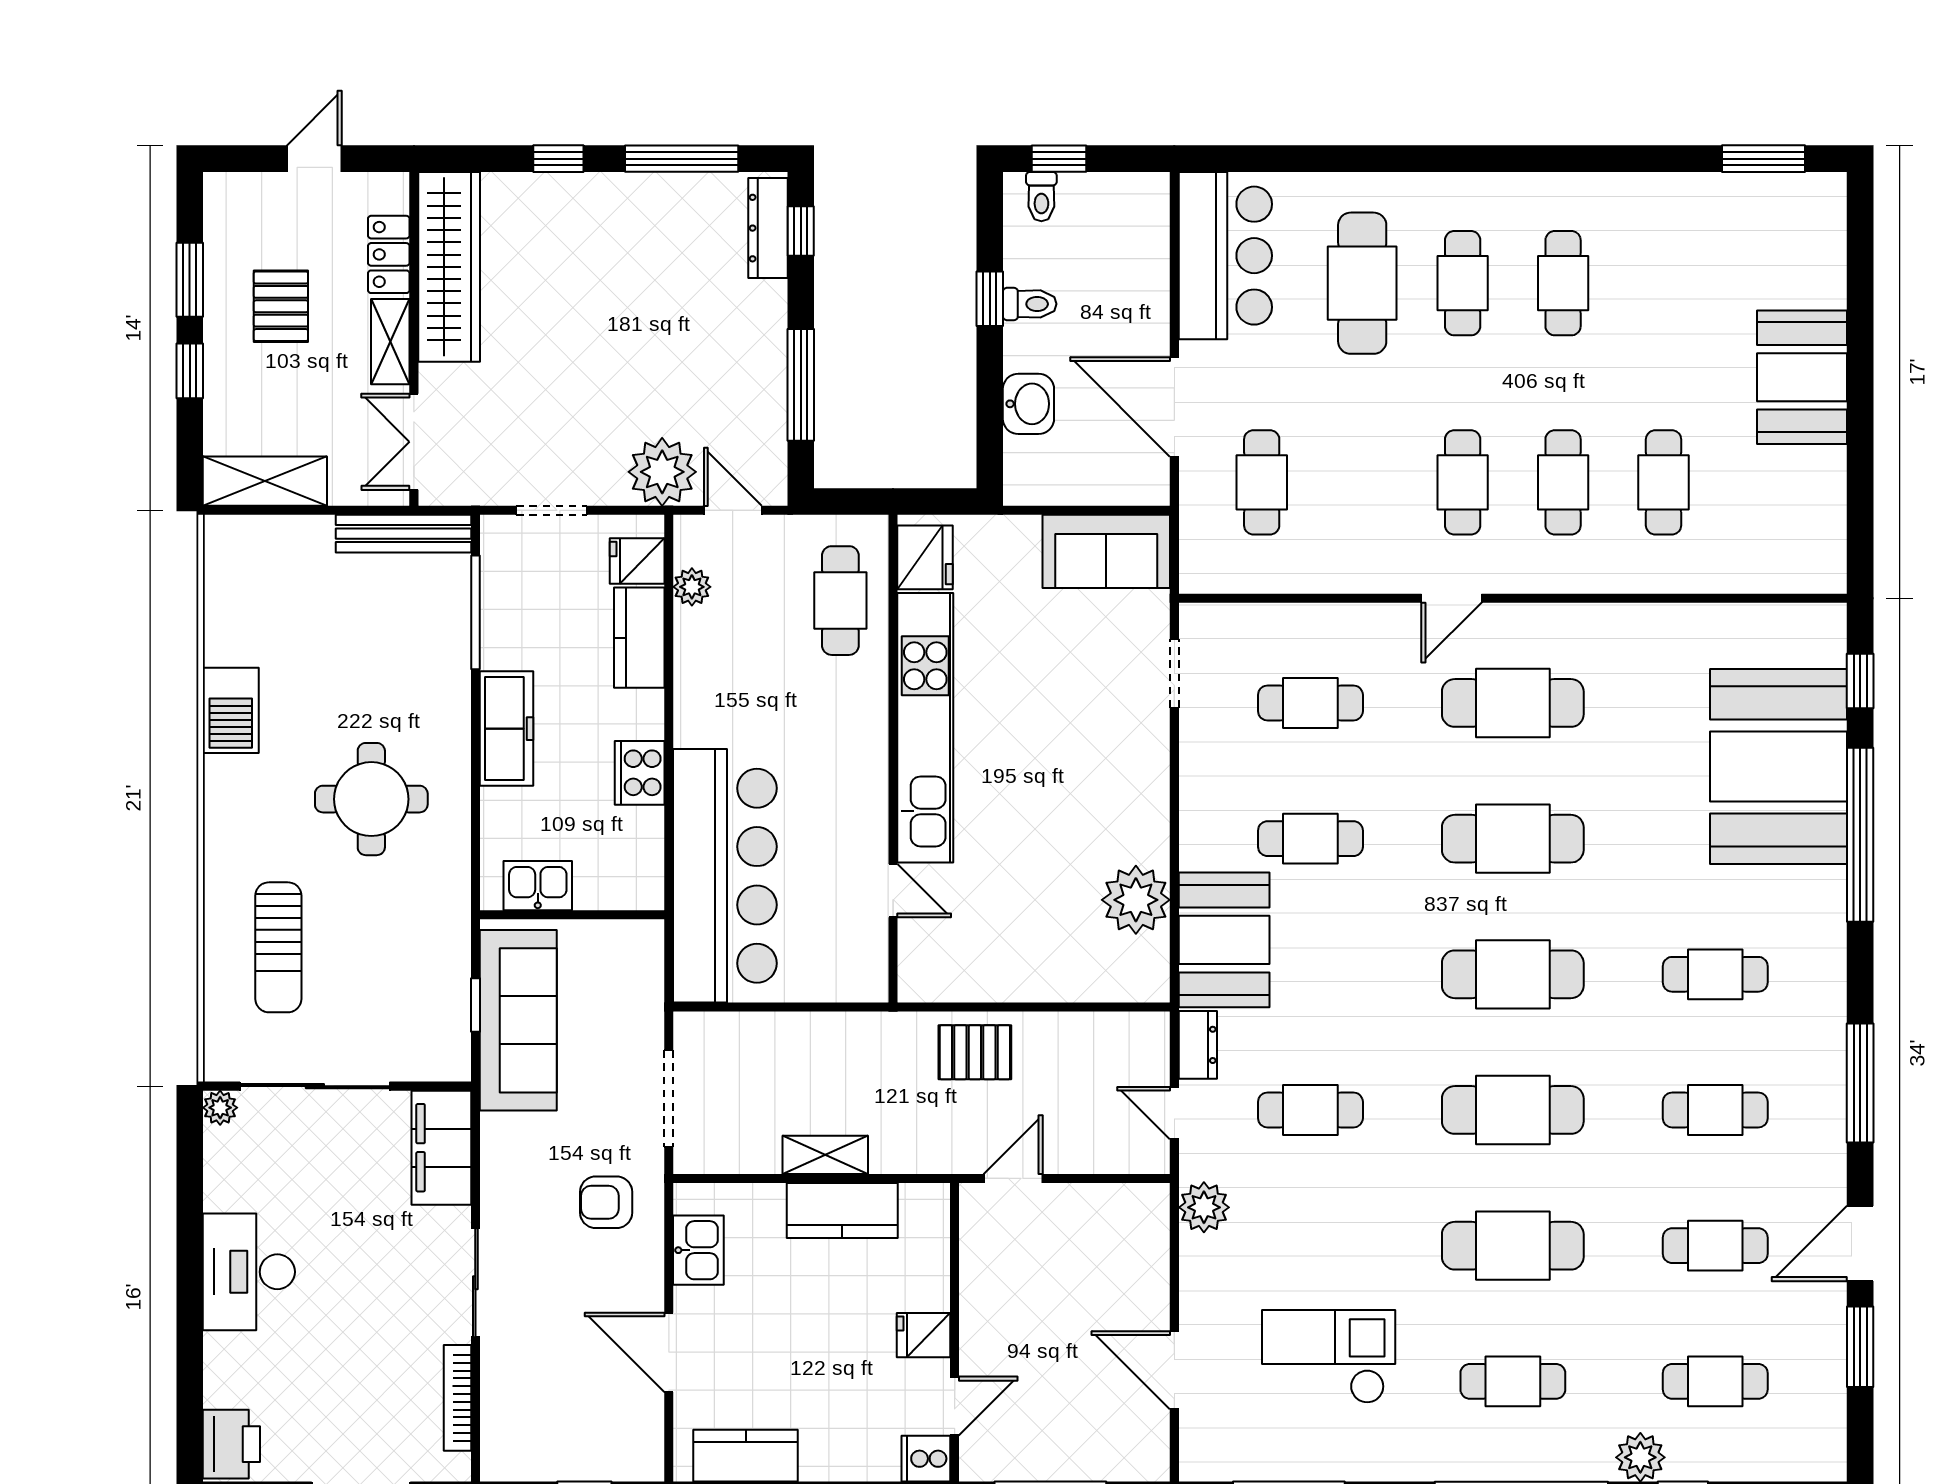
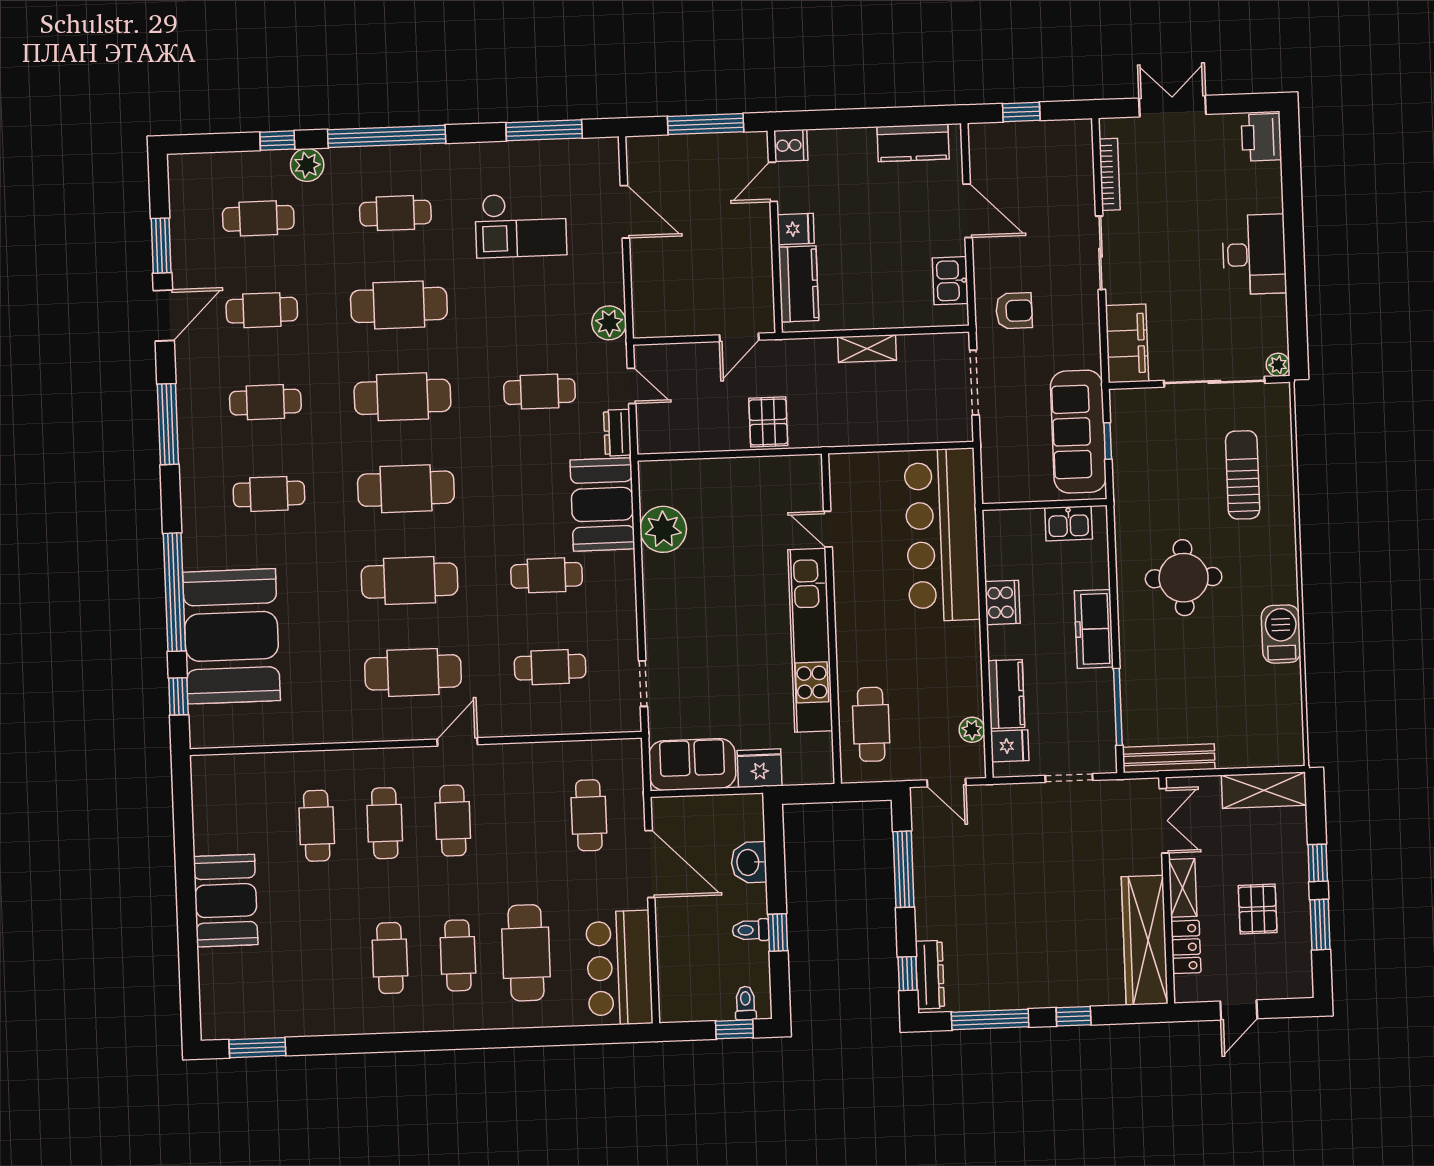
plant: (662, 472) -> (995, 807), removed
fridge: (925, 557) -> (760, 768), moved, turned 90
pallet: (975, 1052) -> (768, 422), turned 90
kitchen counter: (842, 1210) -> (798, 284), moved, turned 90

